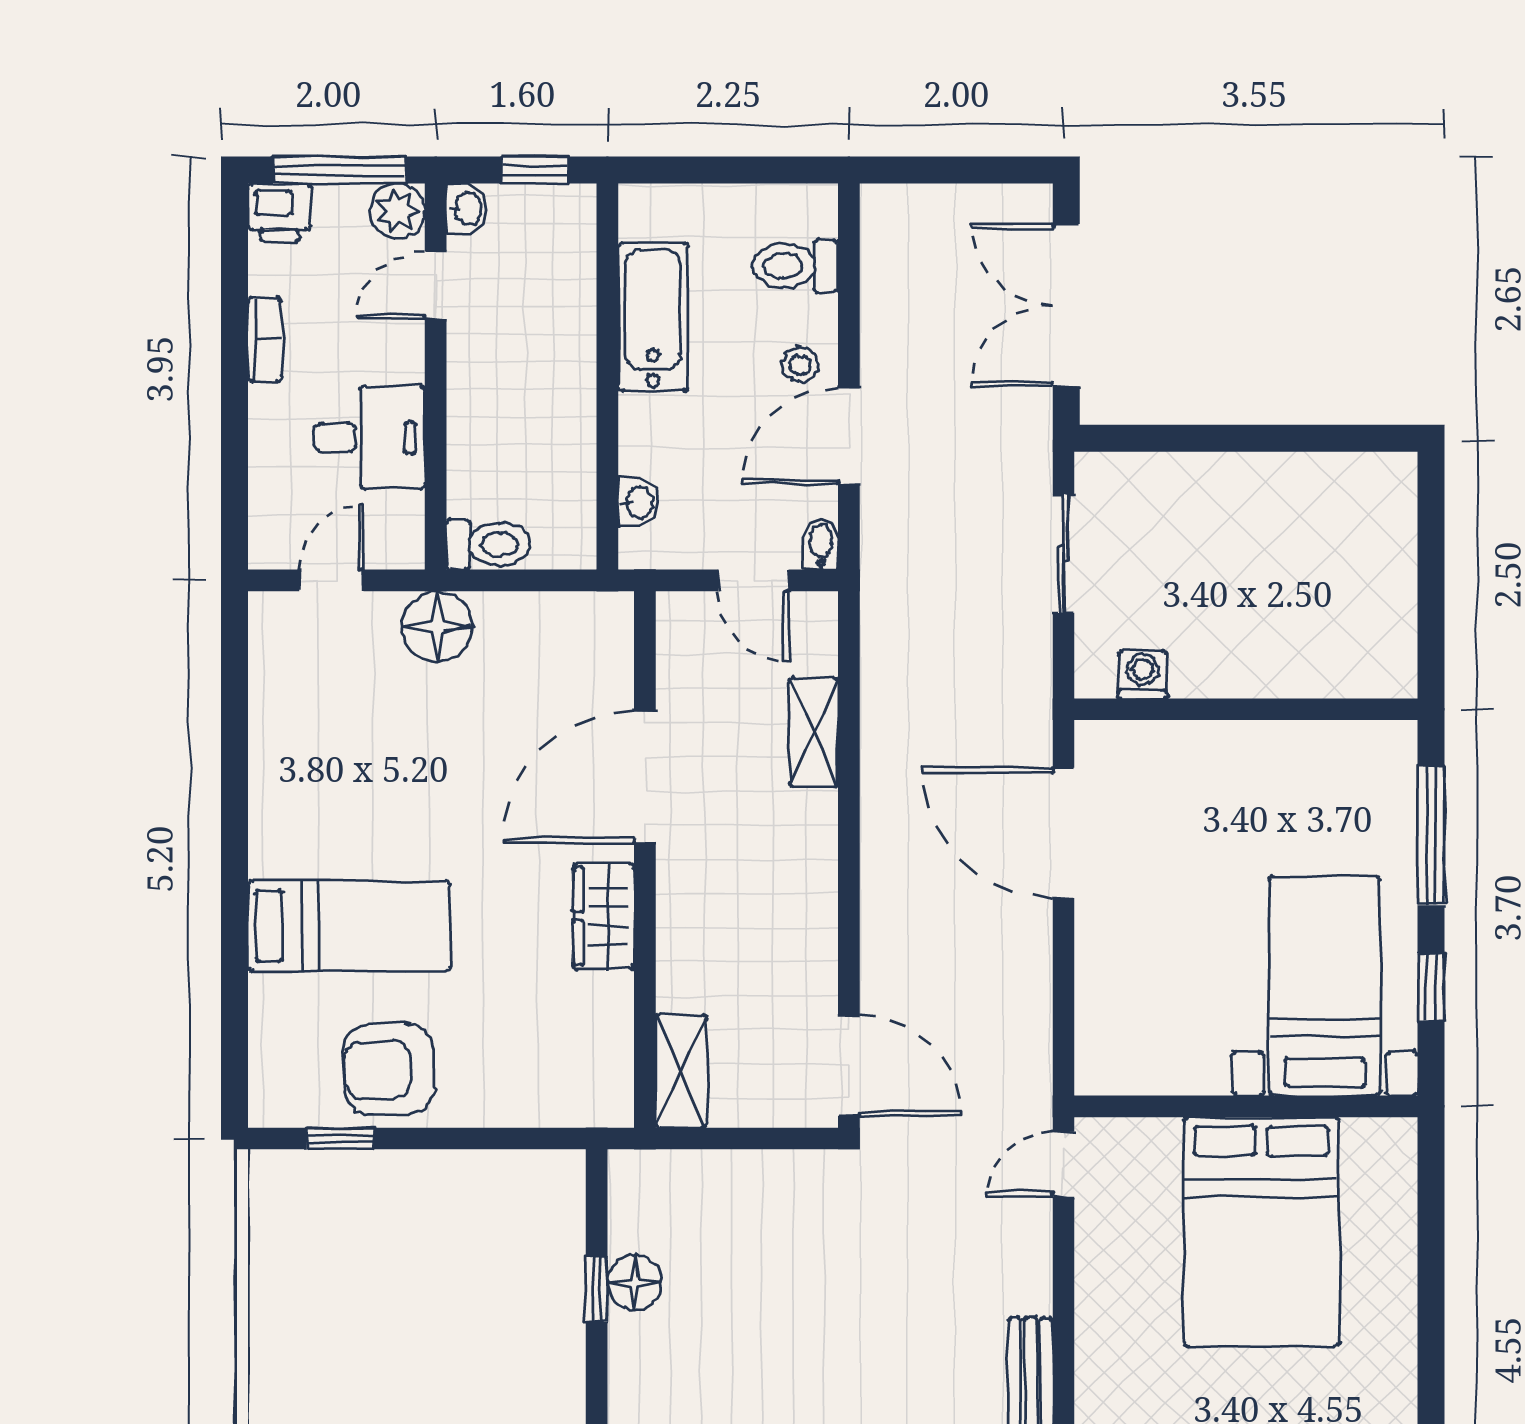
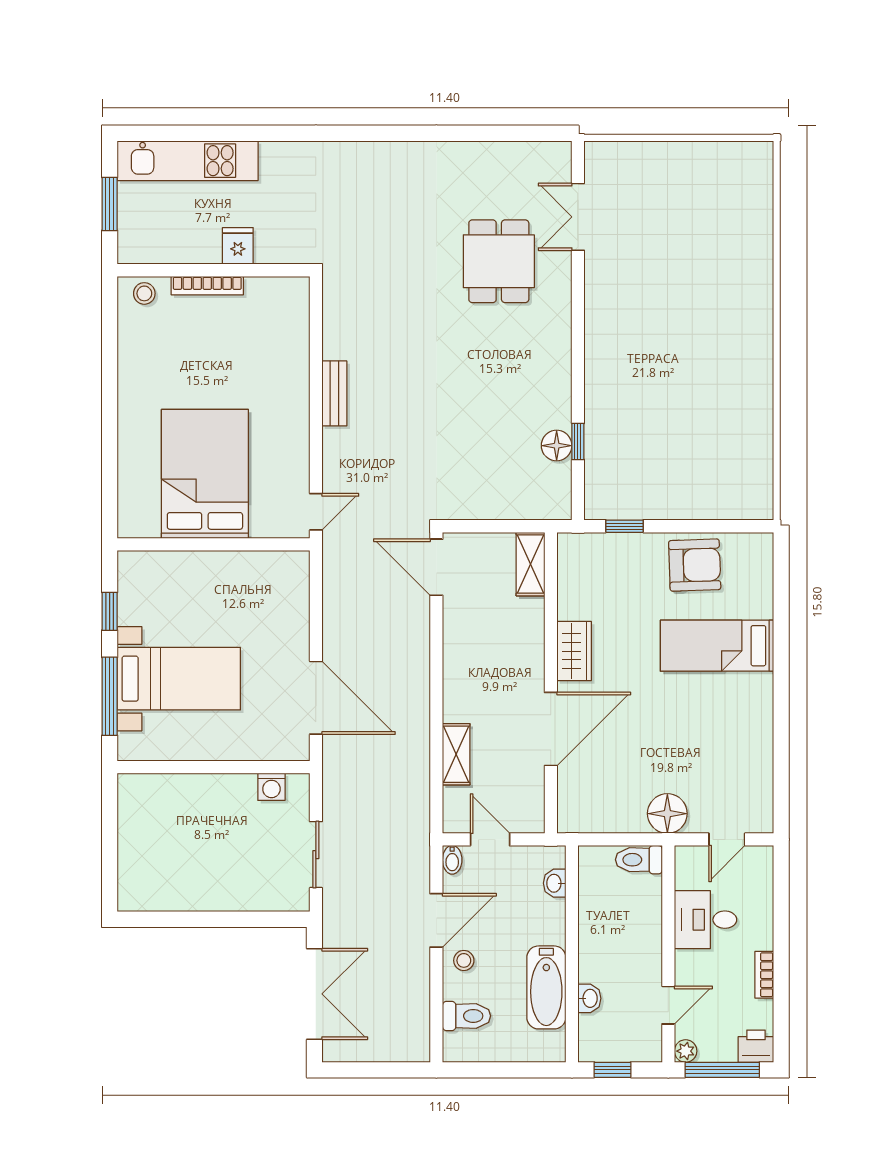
washbasin: (467, 209) -> (589, 998), moved, turned 180
plant: (397, 211) -> (686, 1051), width x0.73, depth x0.73
bed with nightstands: (1325, 986) -> (179, 679), moved, turned -90
window: (340, 1139) -> (624, 526), moved

